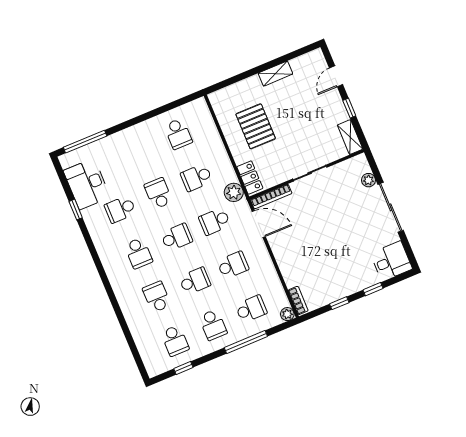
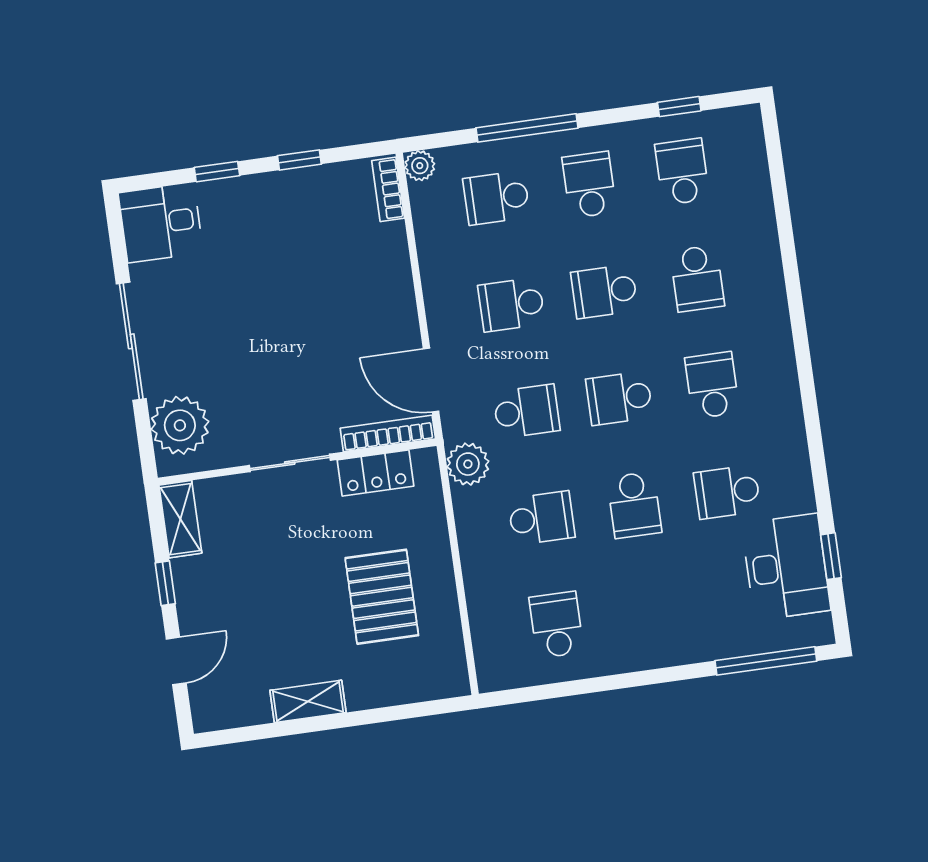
locker: (250, 178) -> (376, 473), moved, turned -90
plant: (368, 180) -> (180, 425), width x1.87, depth x1.87
school desk: (120, 209) -> (727, 492), turned 180
window: (76, 210) -> (831, 556), moved

